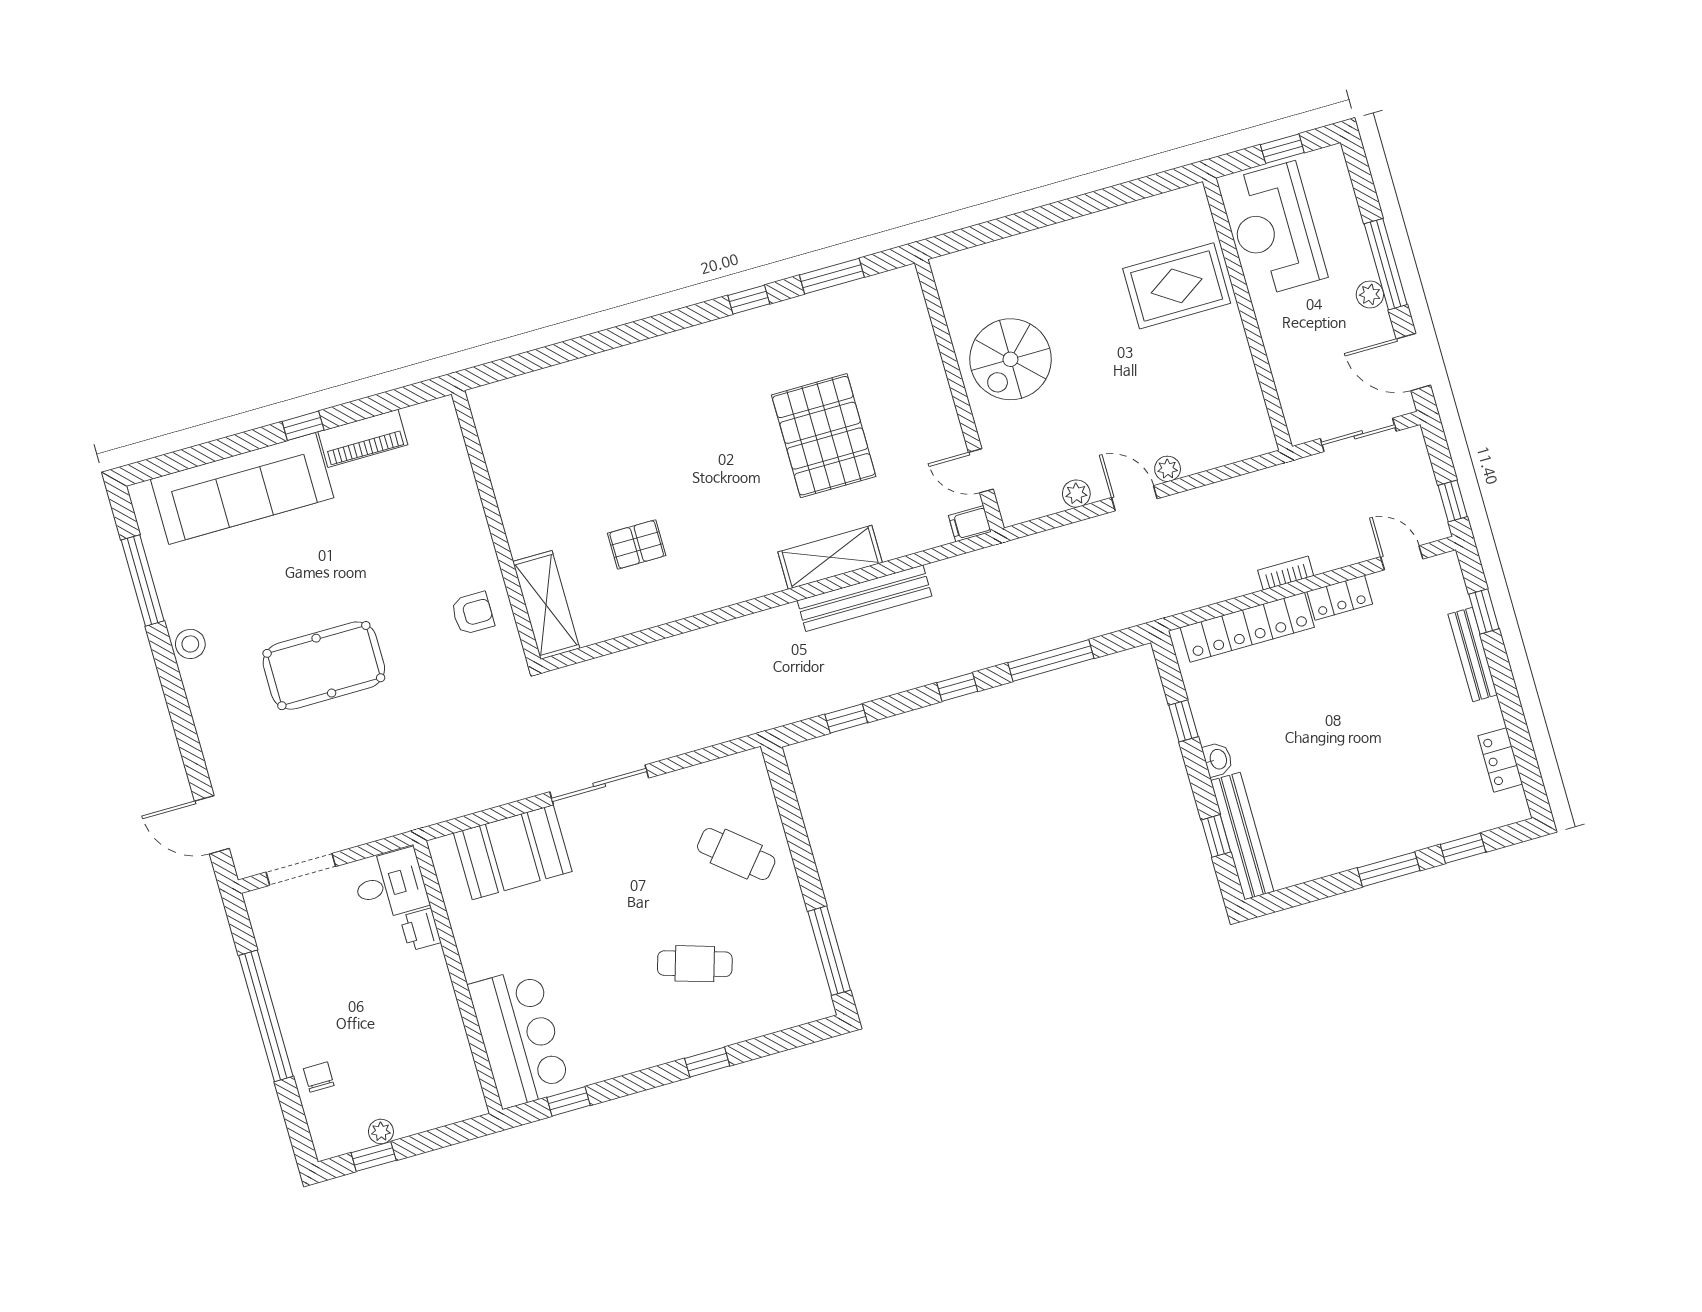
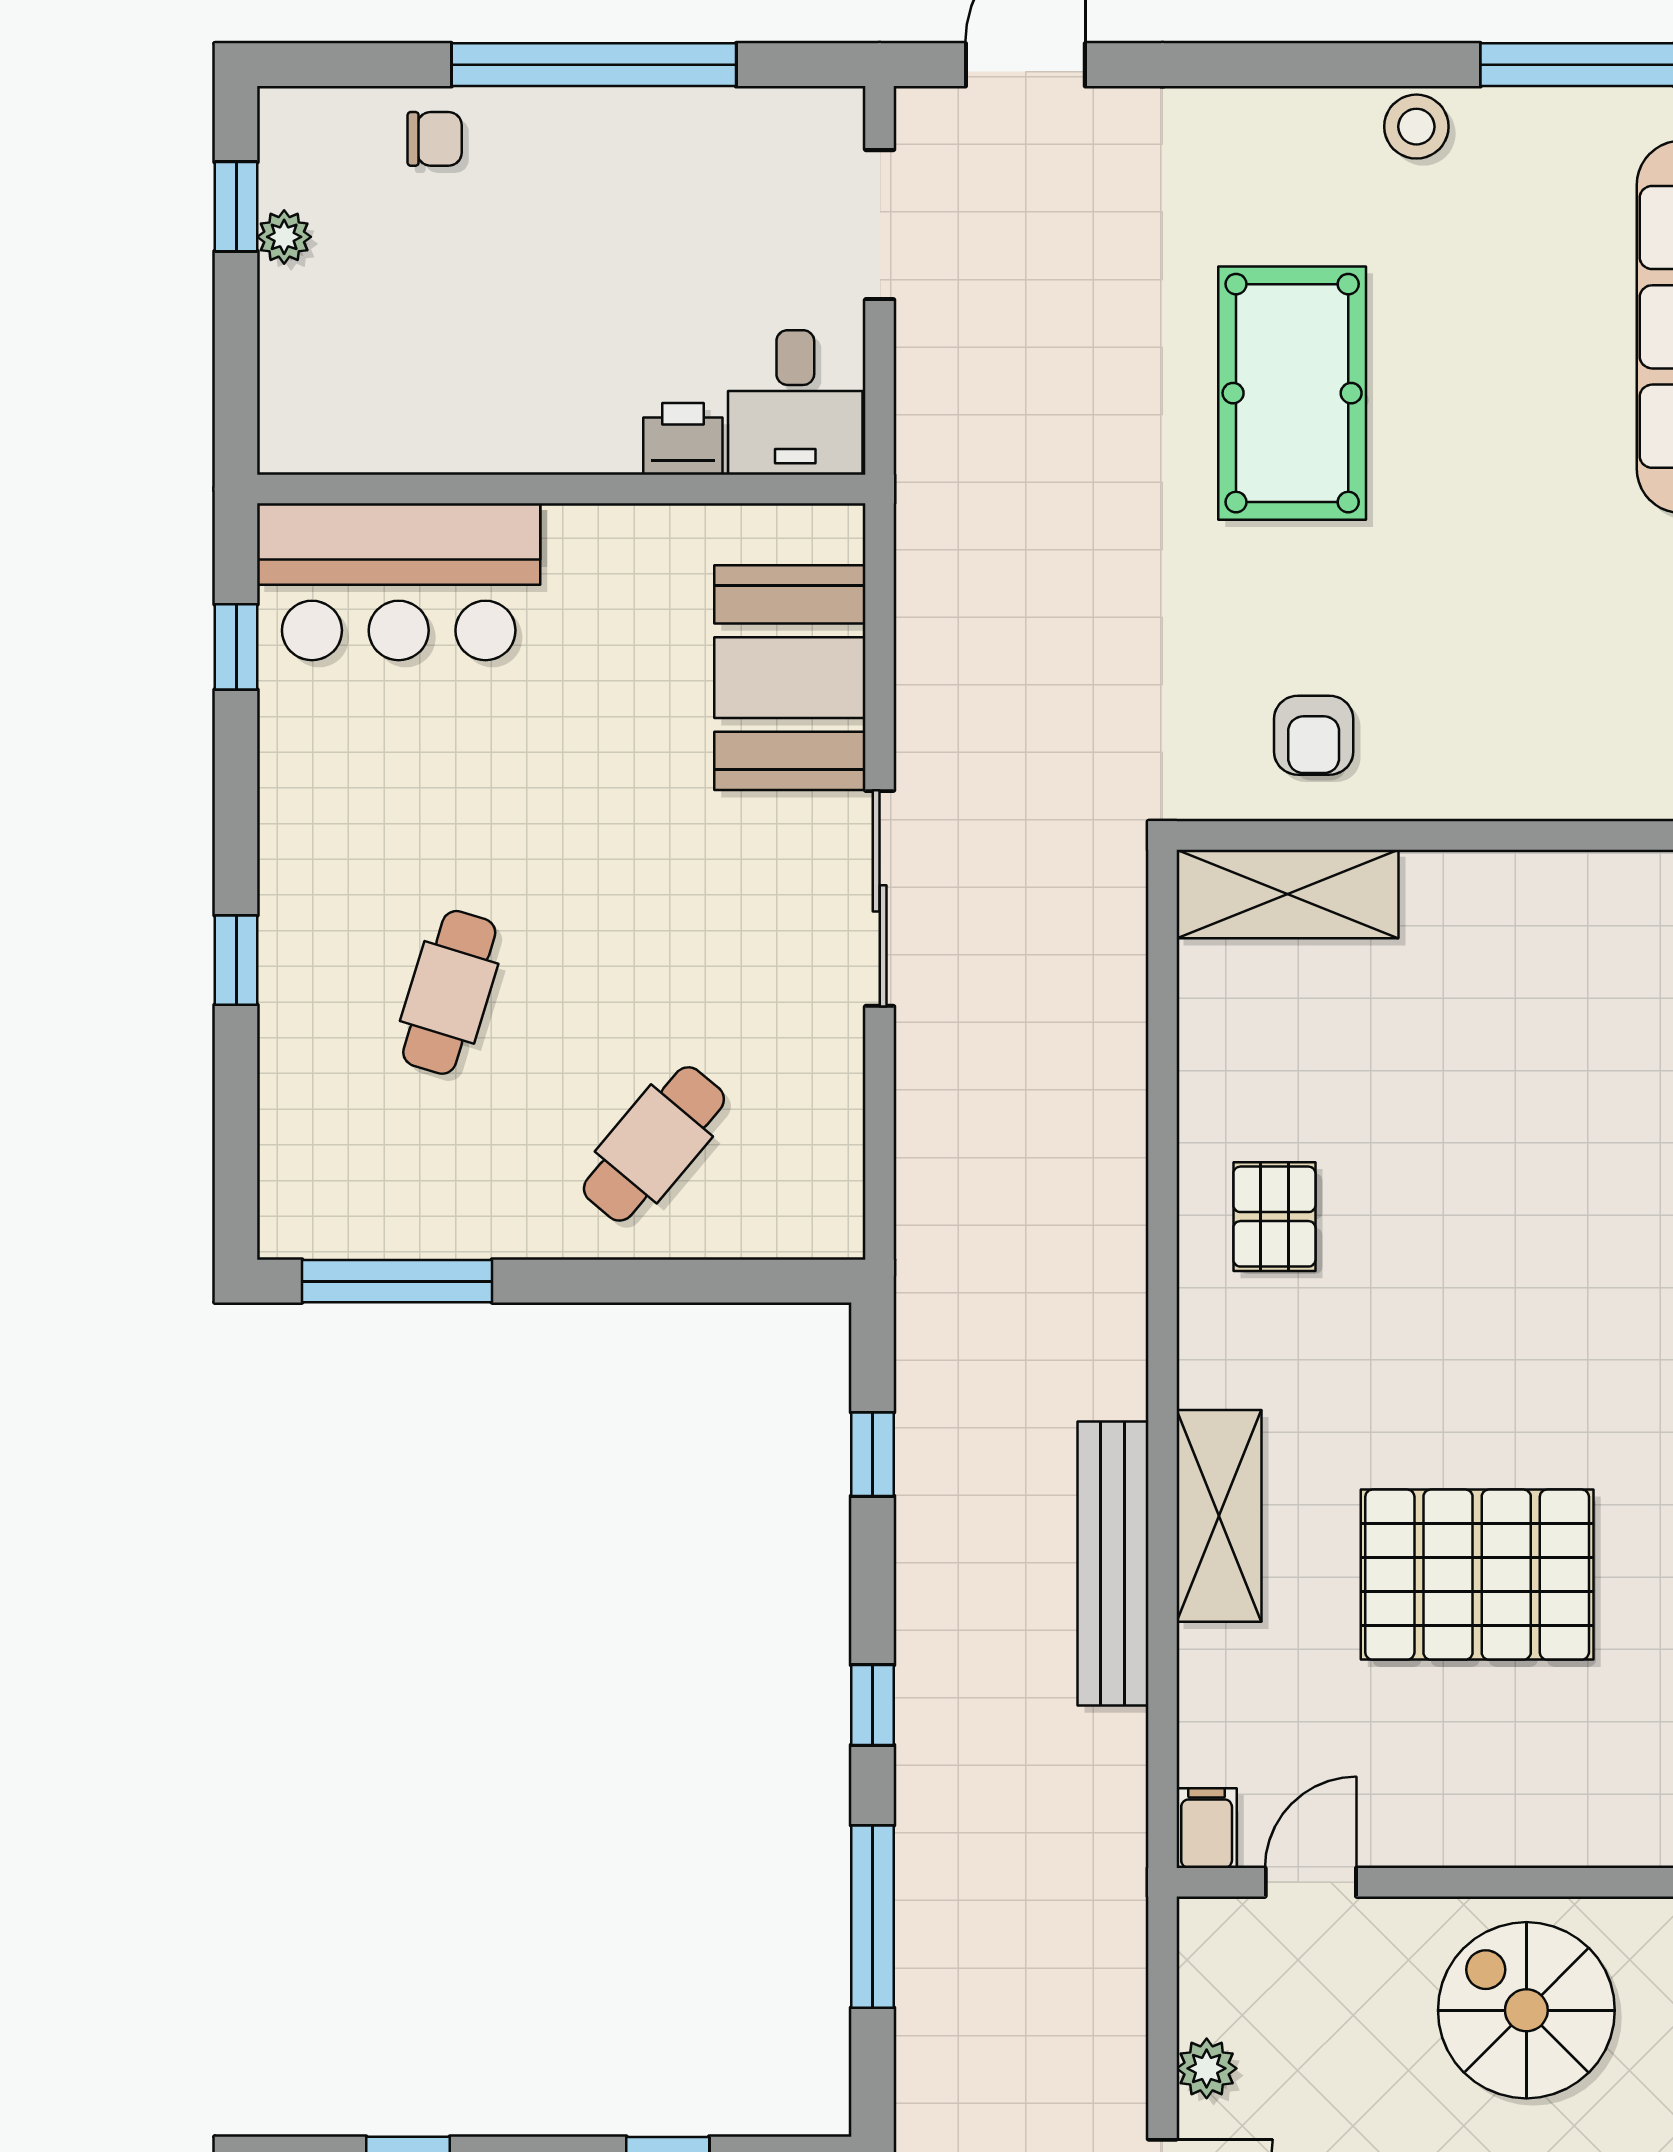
pallet: (637, 544) -> (1274, 1217), moved

